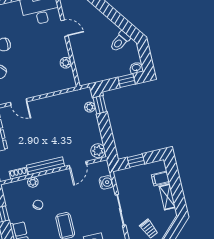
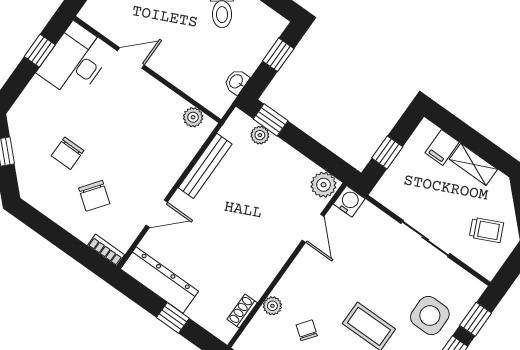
plant: (66, 63) -> (193, 117), moved
washbasin: (136, 68) -> (236, 82), moved
bench: (46, 166) -> (205, 166), moved
water cooler: (106, 182) -> (349, 201), moved

